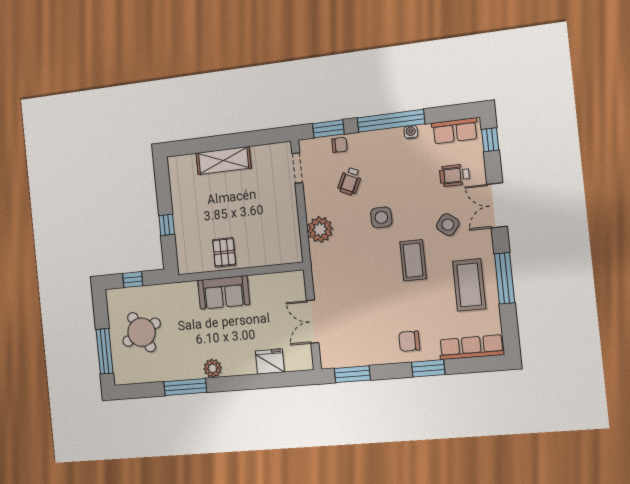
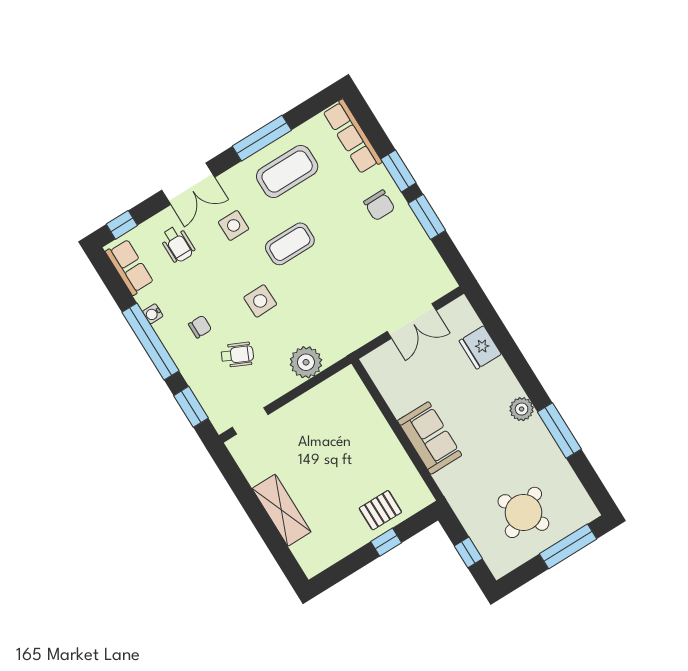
chair: (339, 145) -> (200, 327), moved, turned 90
side table: (448, 225) -> (234, 225), turned -38
pallet: (224, 252) -> (380, 510), moved
window: (352, 374) -> (427, 217), moved

